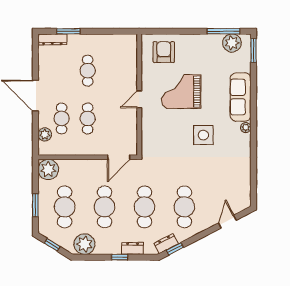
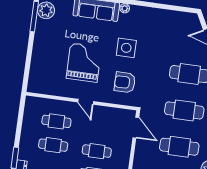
armchair: (164, 52) -> (125, 82), moved
cafe table: (114, 71) -> (56, 121), added
grand piano: (181, 92) -> (84, 63), turned 180

